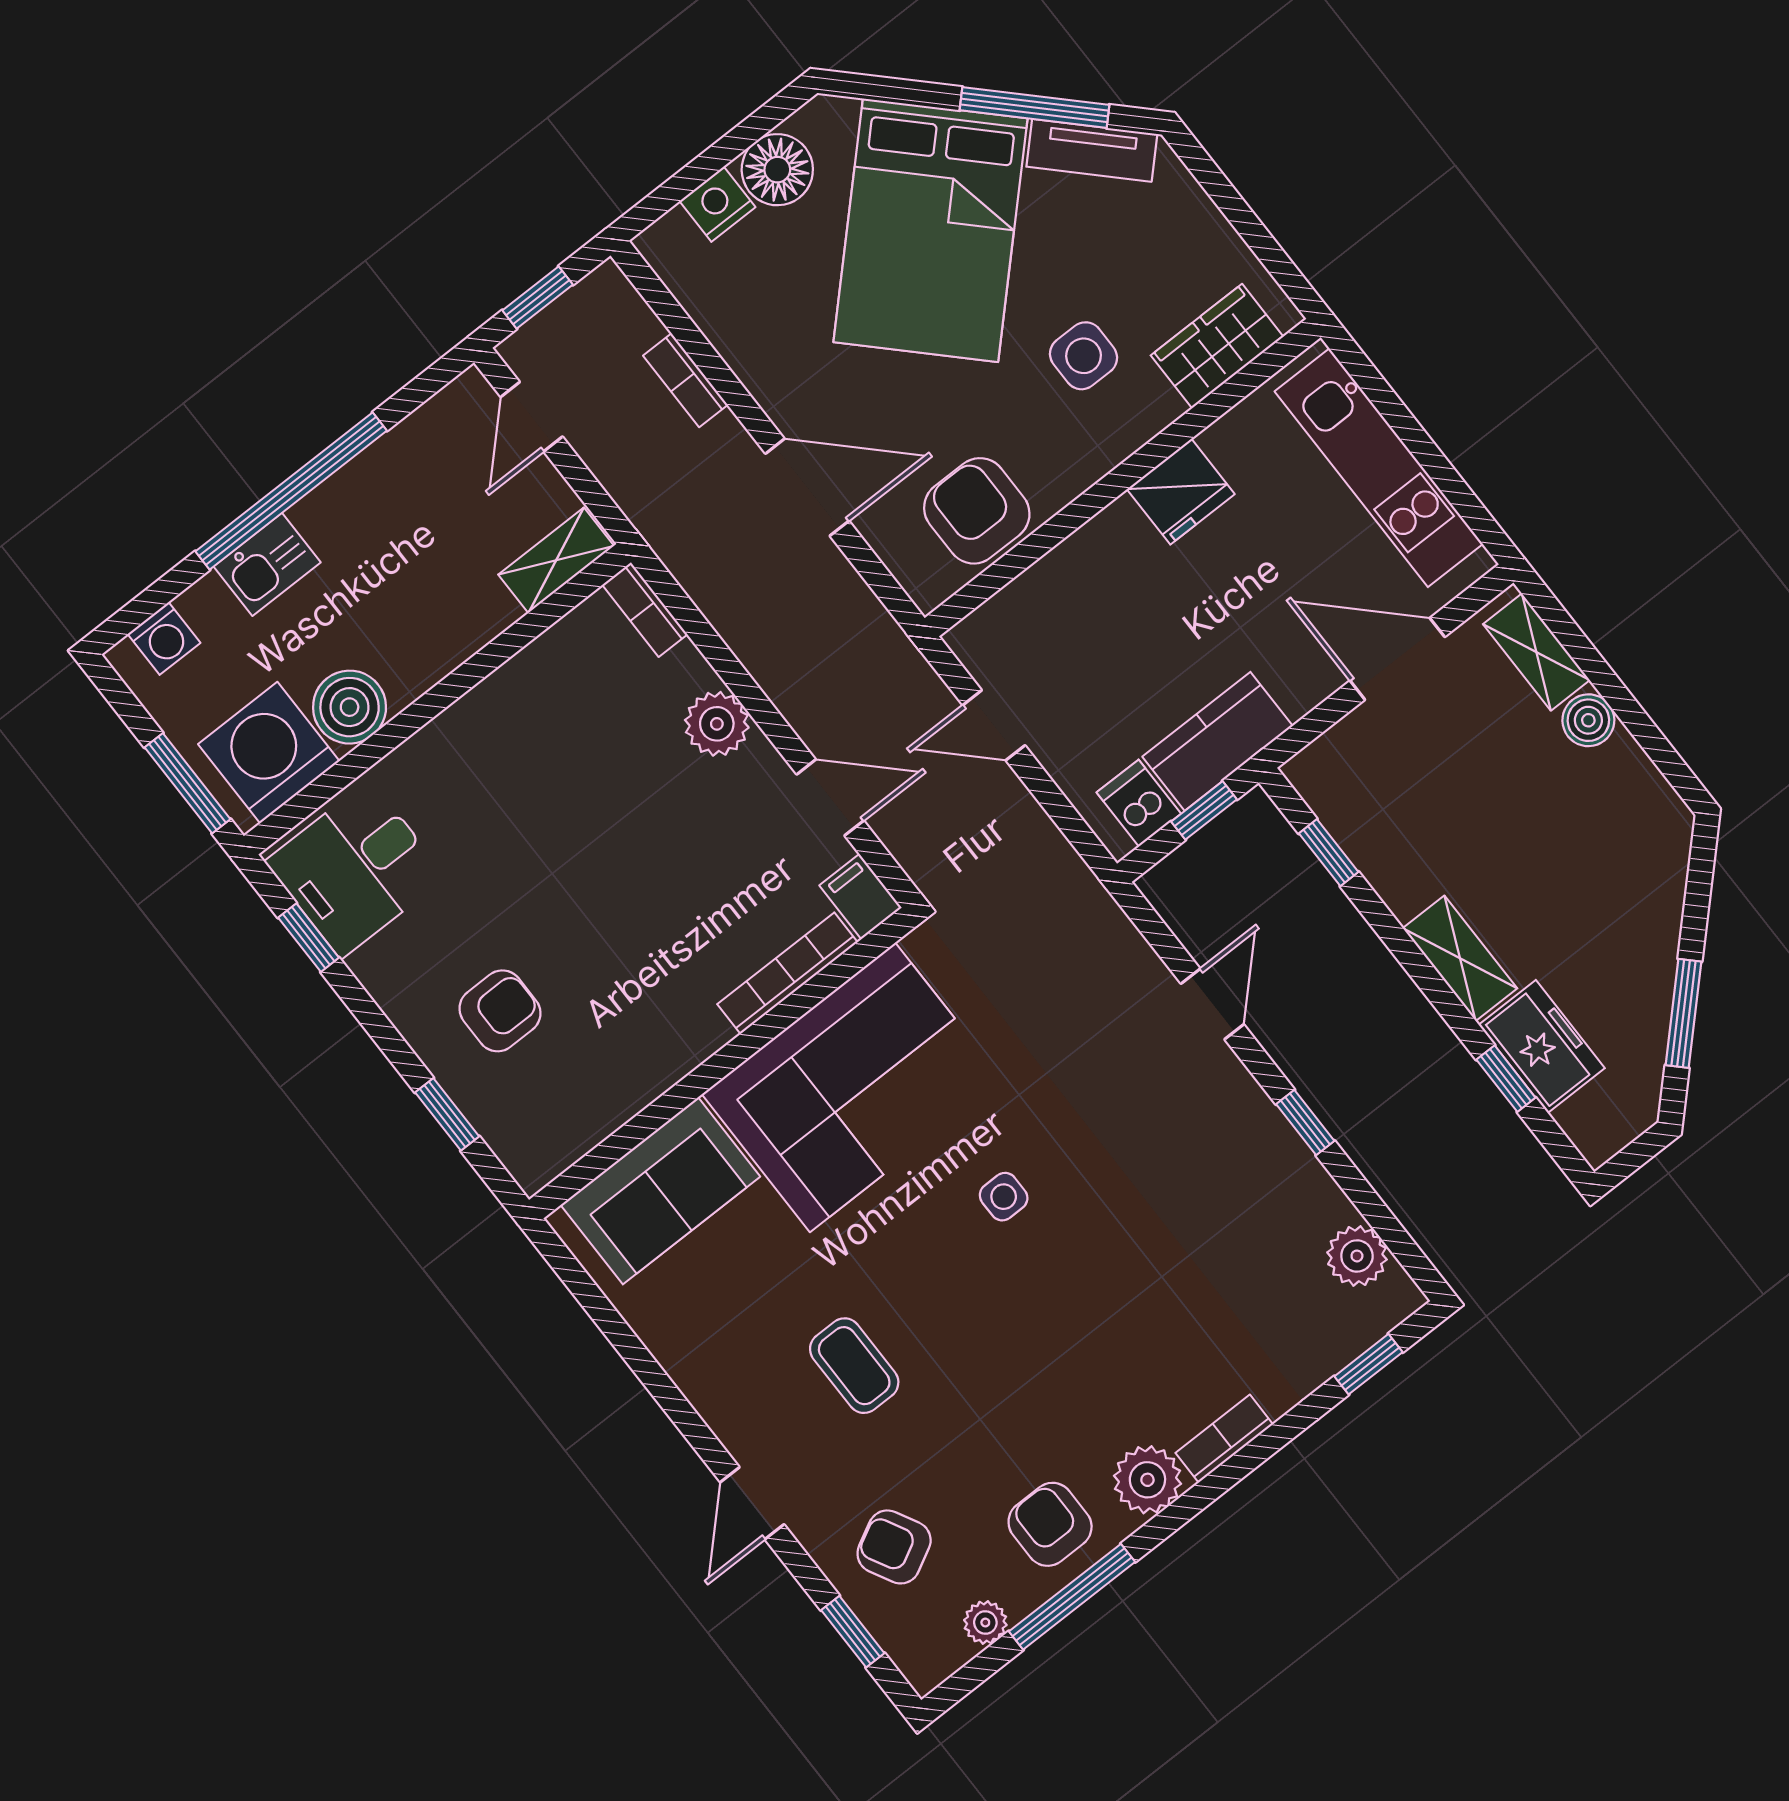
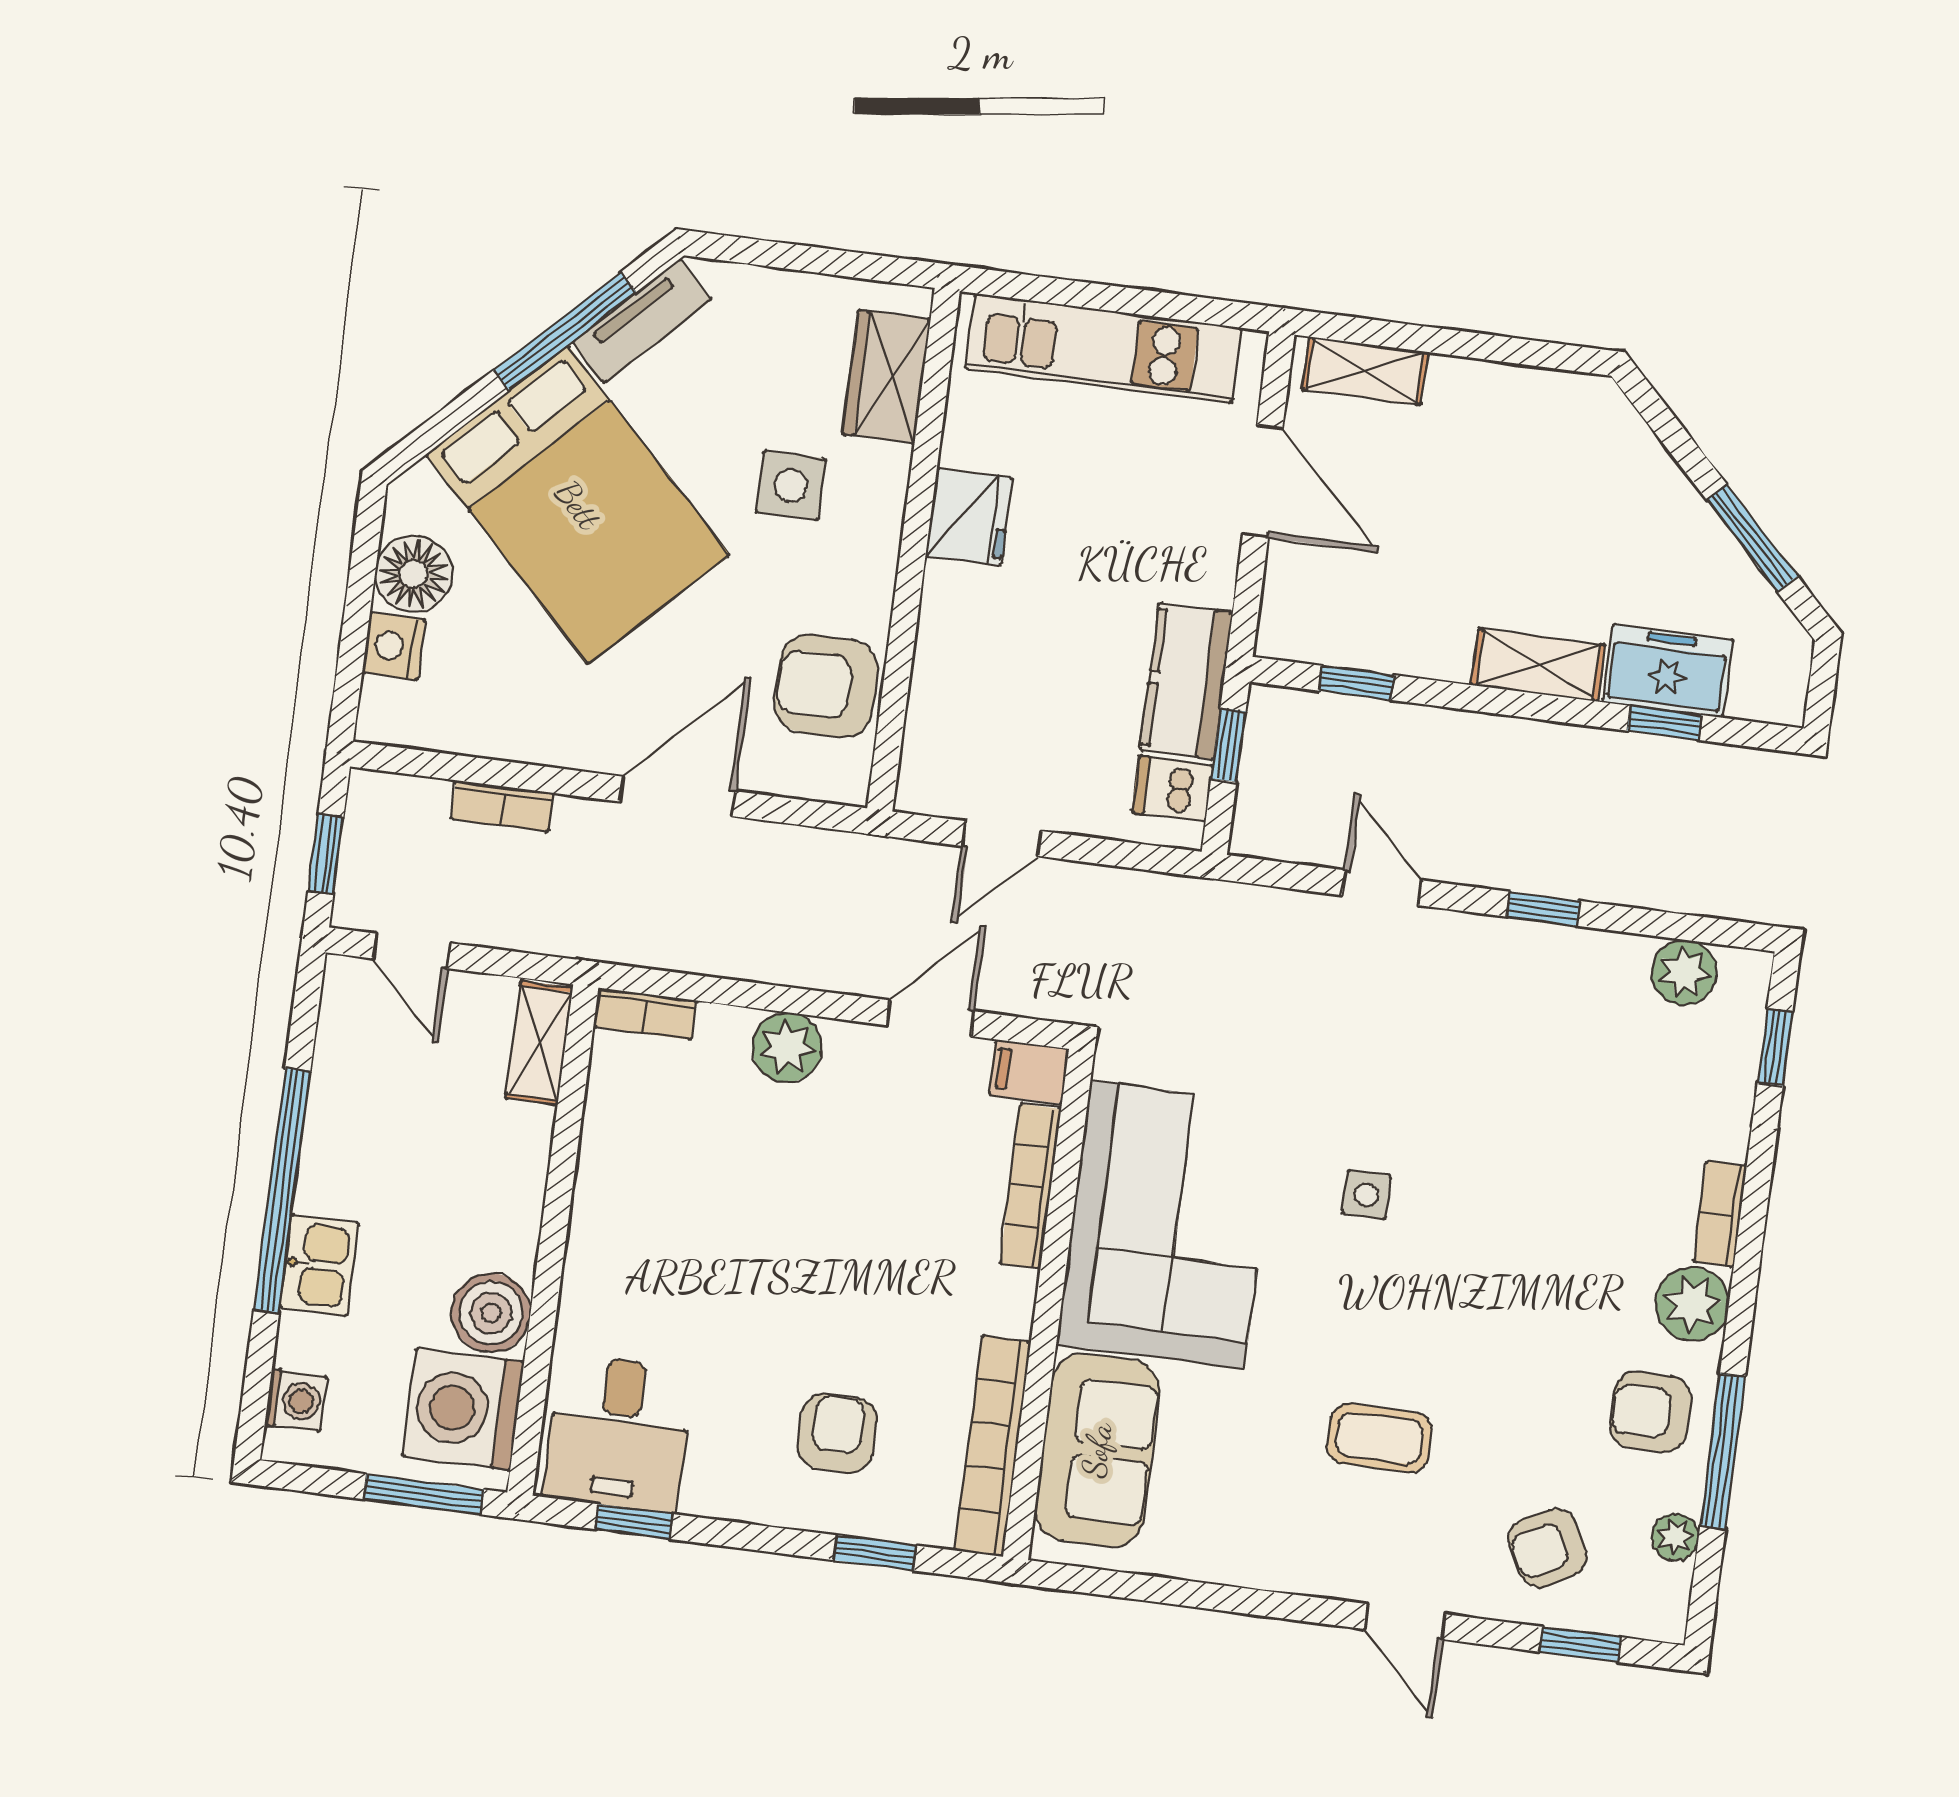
door: (1397, 659) -> (1263, 481), swing flipped
boiler: (1588, 720) -> (1456, 384), removed
bookcase: (594, 1120) -> (993, 1446), added

